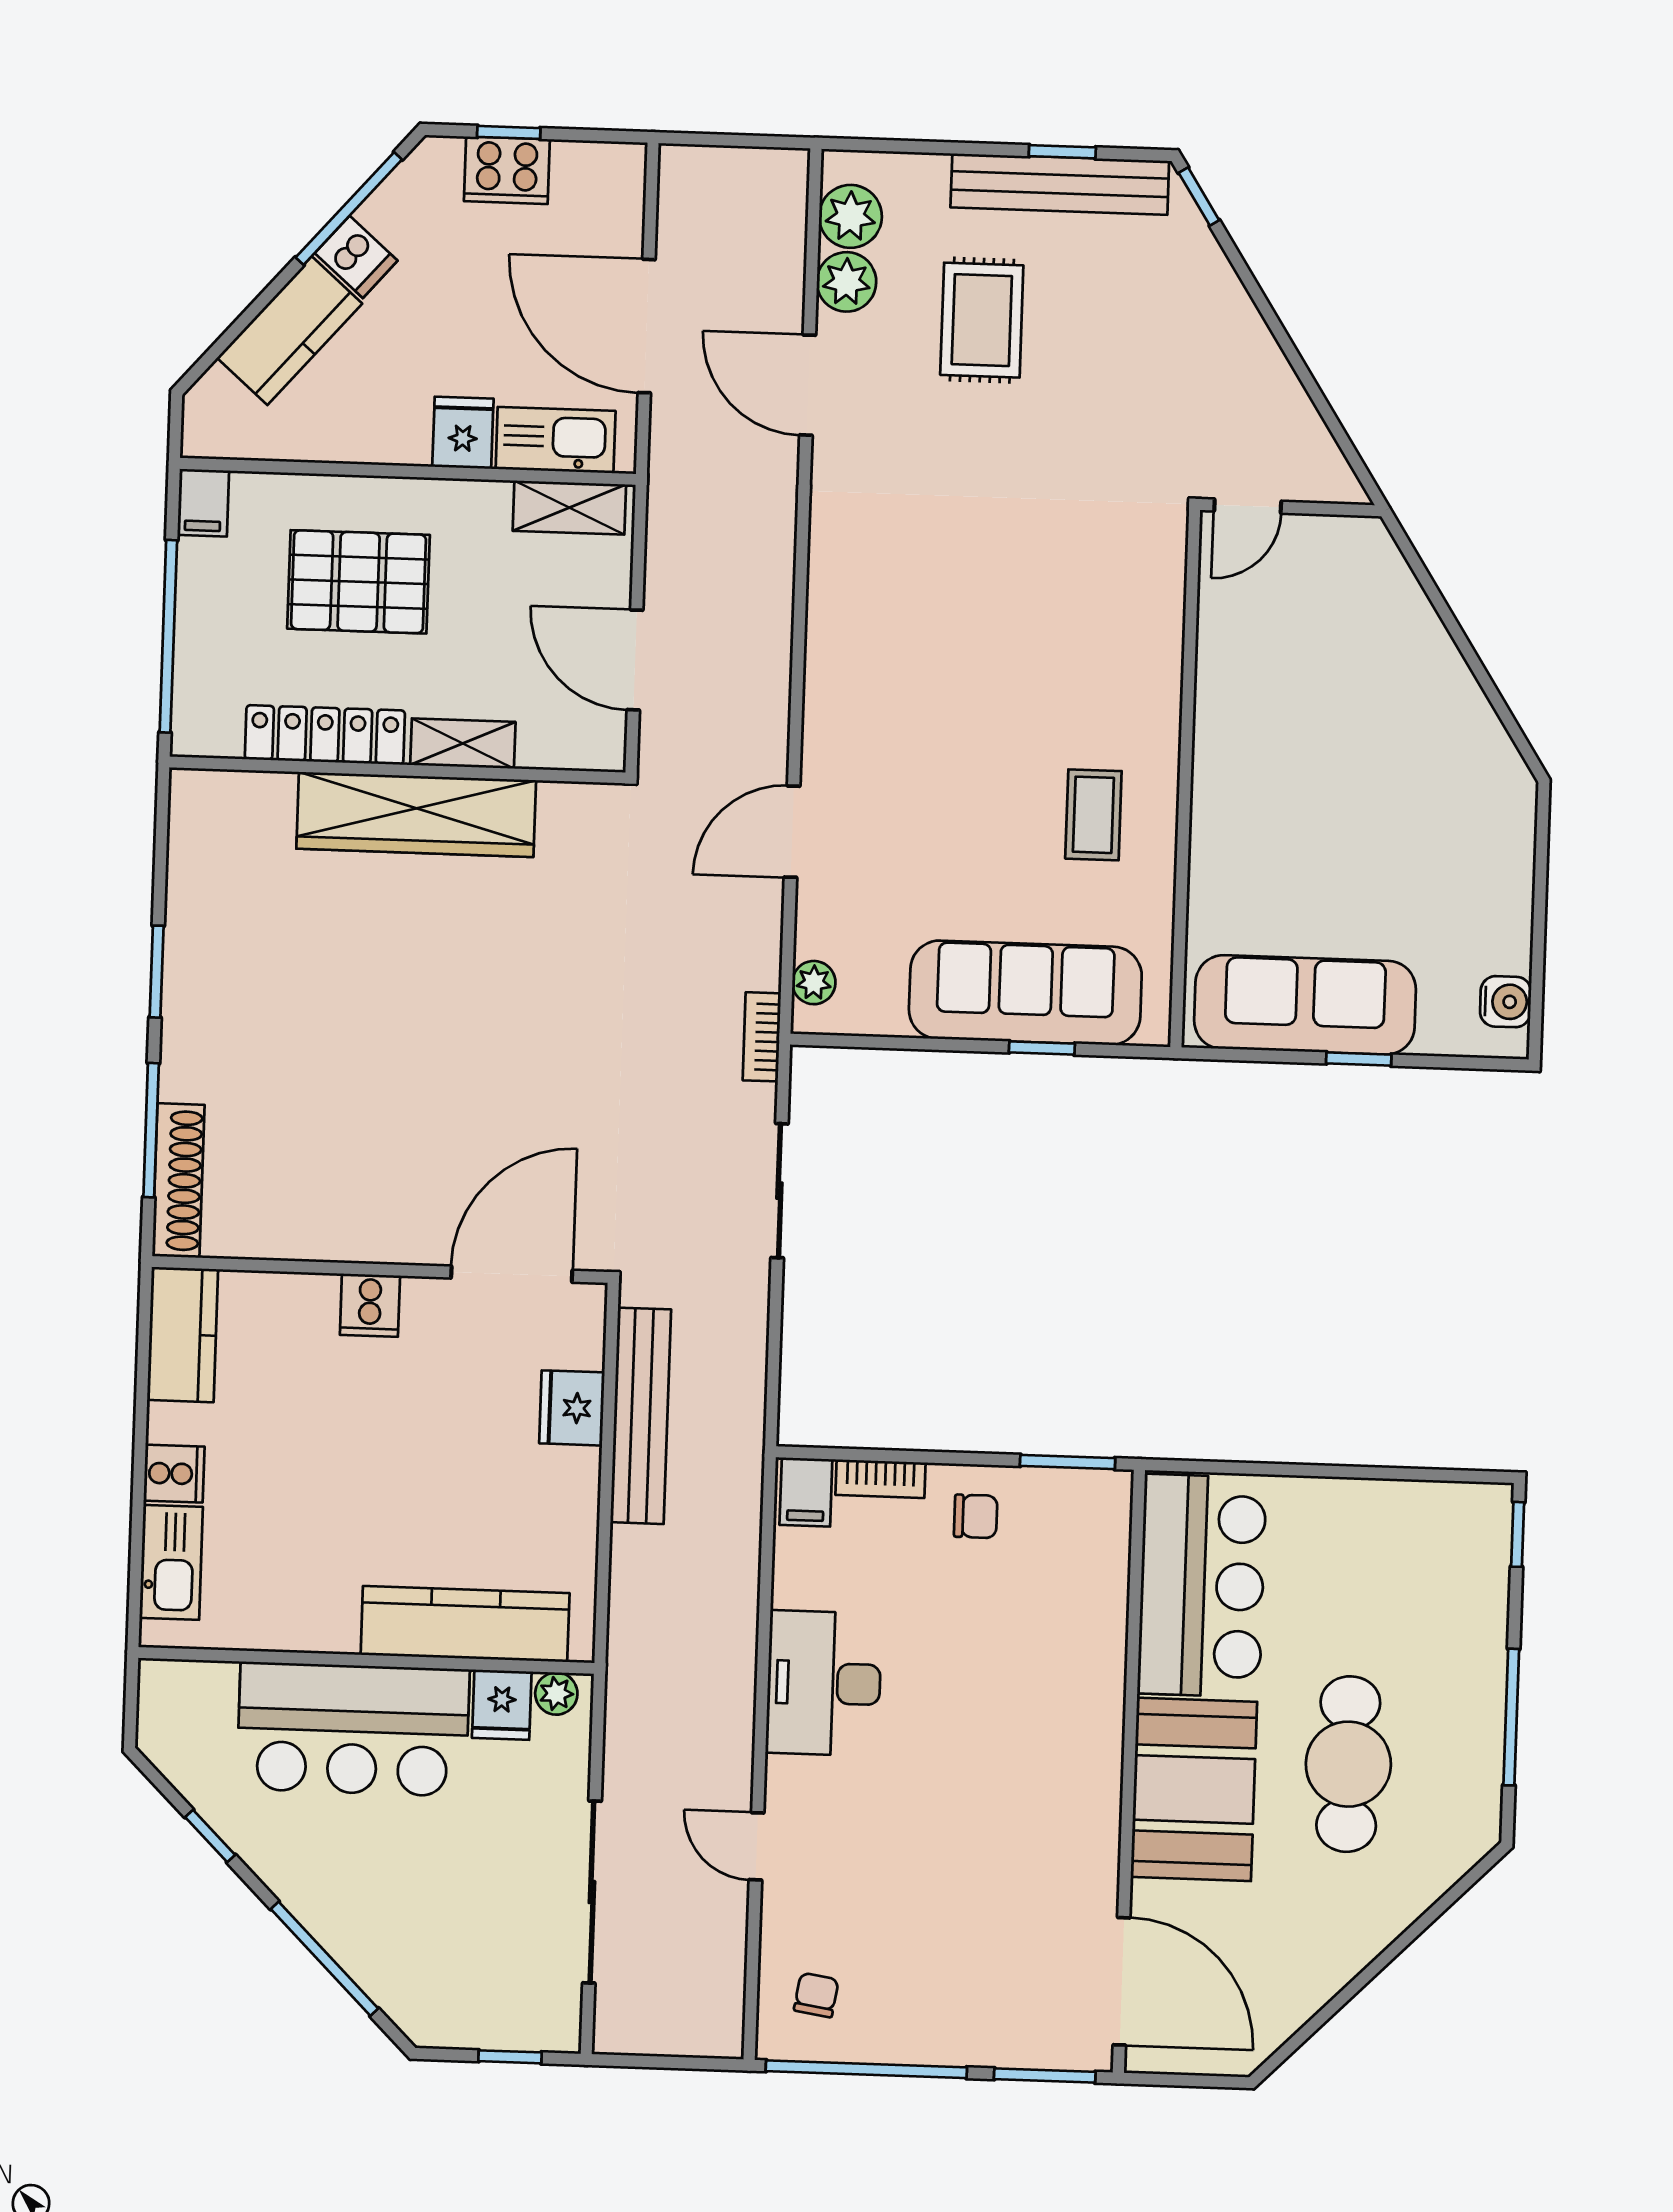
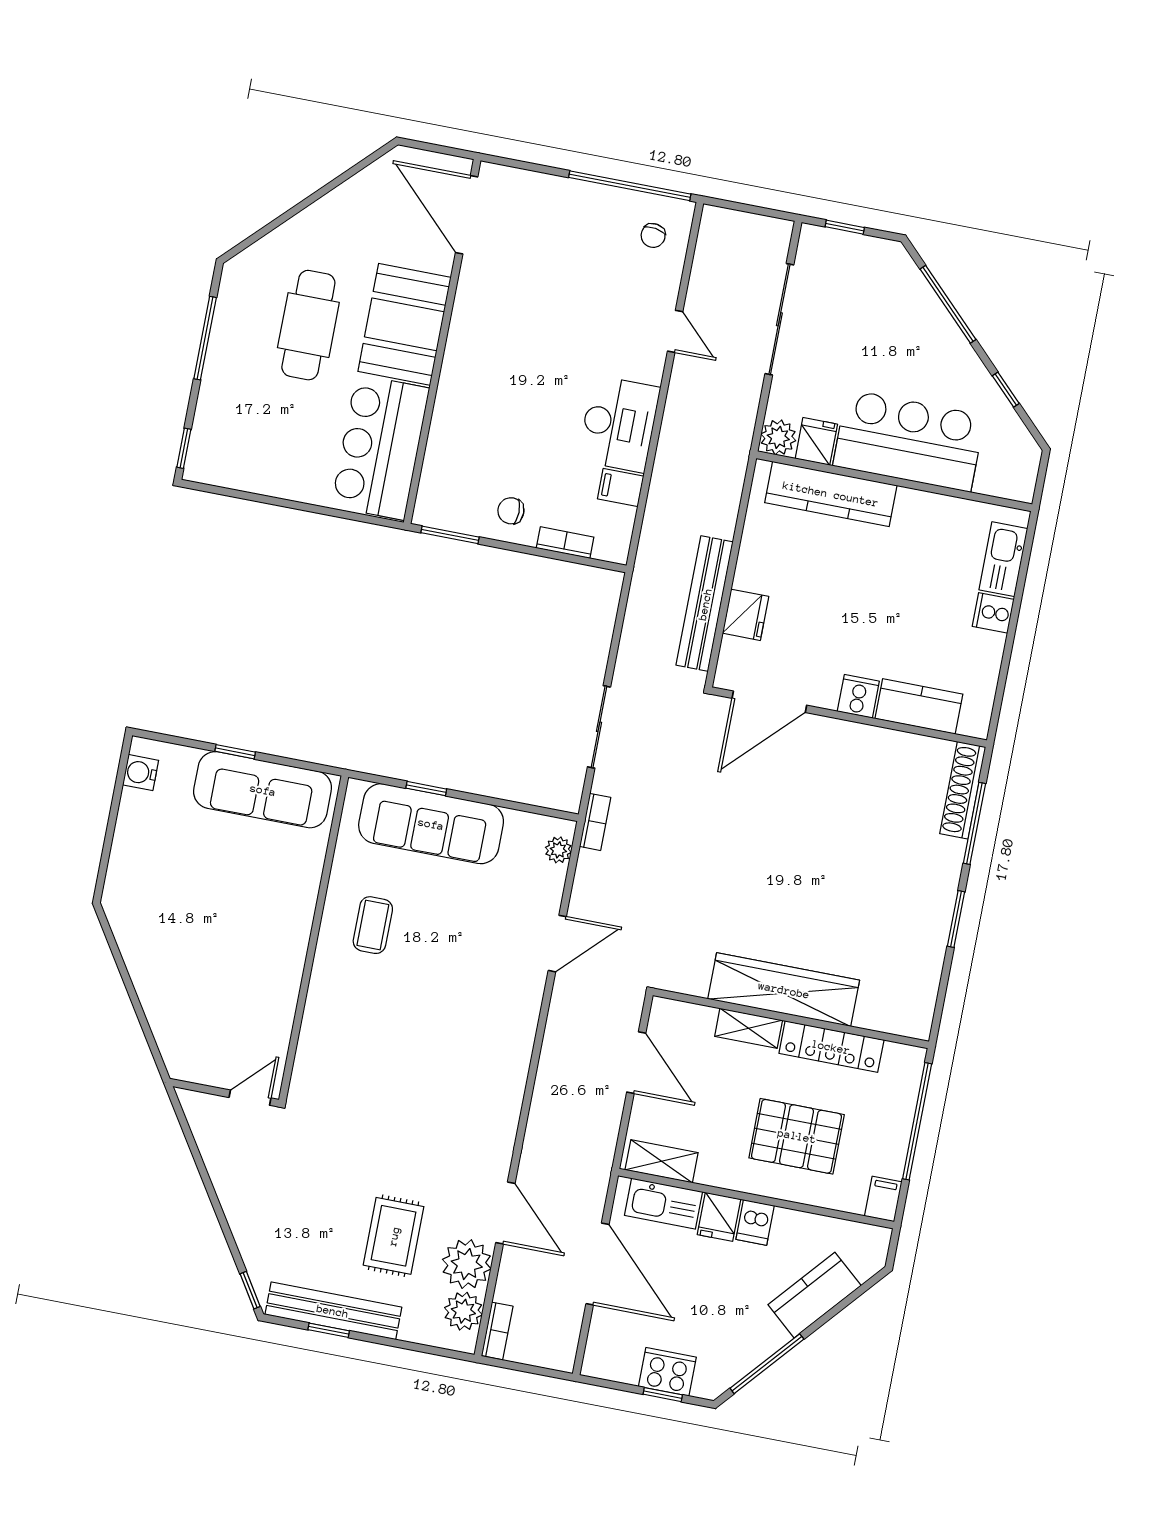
bookcase: (791, 193) -> (497, 1331), added
dishwasher: (356, 257) -> (755, 1222), moved, turned -131
plant: (846, 282) -> (467, 1264), width x1.36, depth x1.36
kitchen counter: (183, 1335) -> (919, 706), moved, turned 90
filing cabinet: (806, 1492) -> (621, 487), moved, turned -90
plant: (556, 1694) -> (778, 437), width x1.38, depth x1.38
window: (1045, 2075) -> (522, 165), removed

